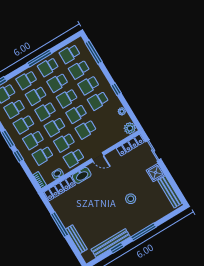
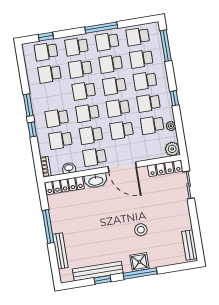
school desk: (24, 124) -> (152, 125), moved
door: (98, 157) -> (122, 167), width x1.88
shower: (156, 173) -> (139, 262), moved
bench: (170, 192) -> (190, 245), width x0.73

